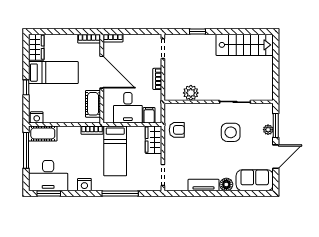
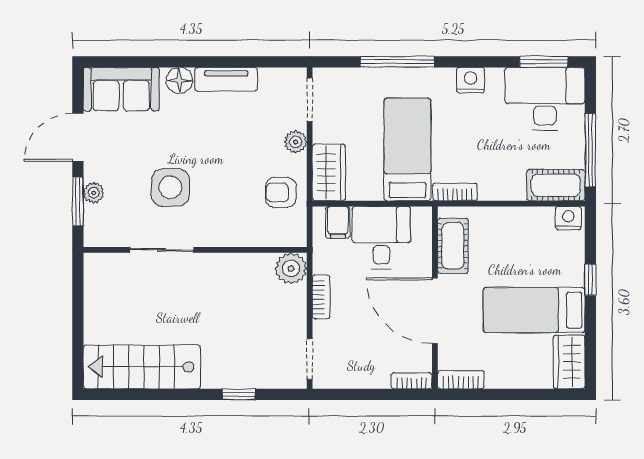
plant: (191, 93) -> (291, 268), moved
plant: (170, 155) -> (296, 142), added

